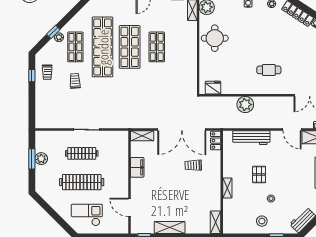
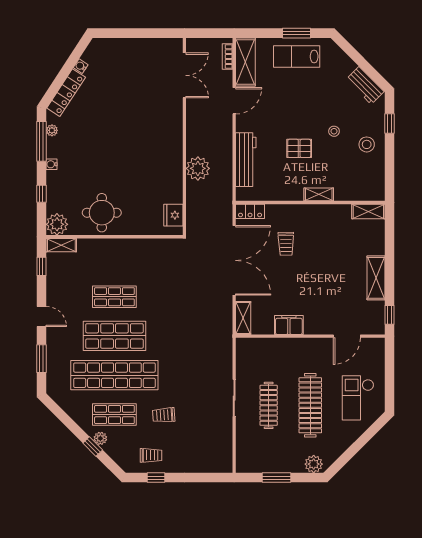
cafe table: (269, 70) -> (148, 134), removed
plant: (41, 159) -> (314, 464), moved

